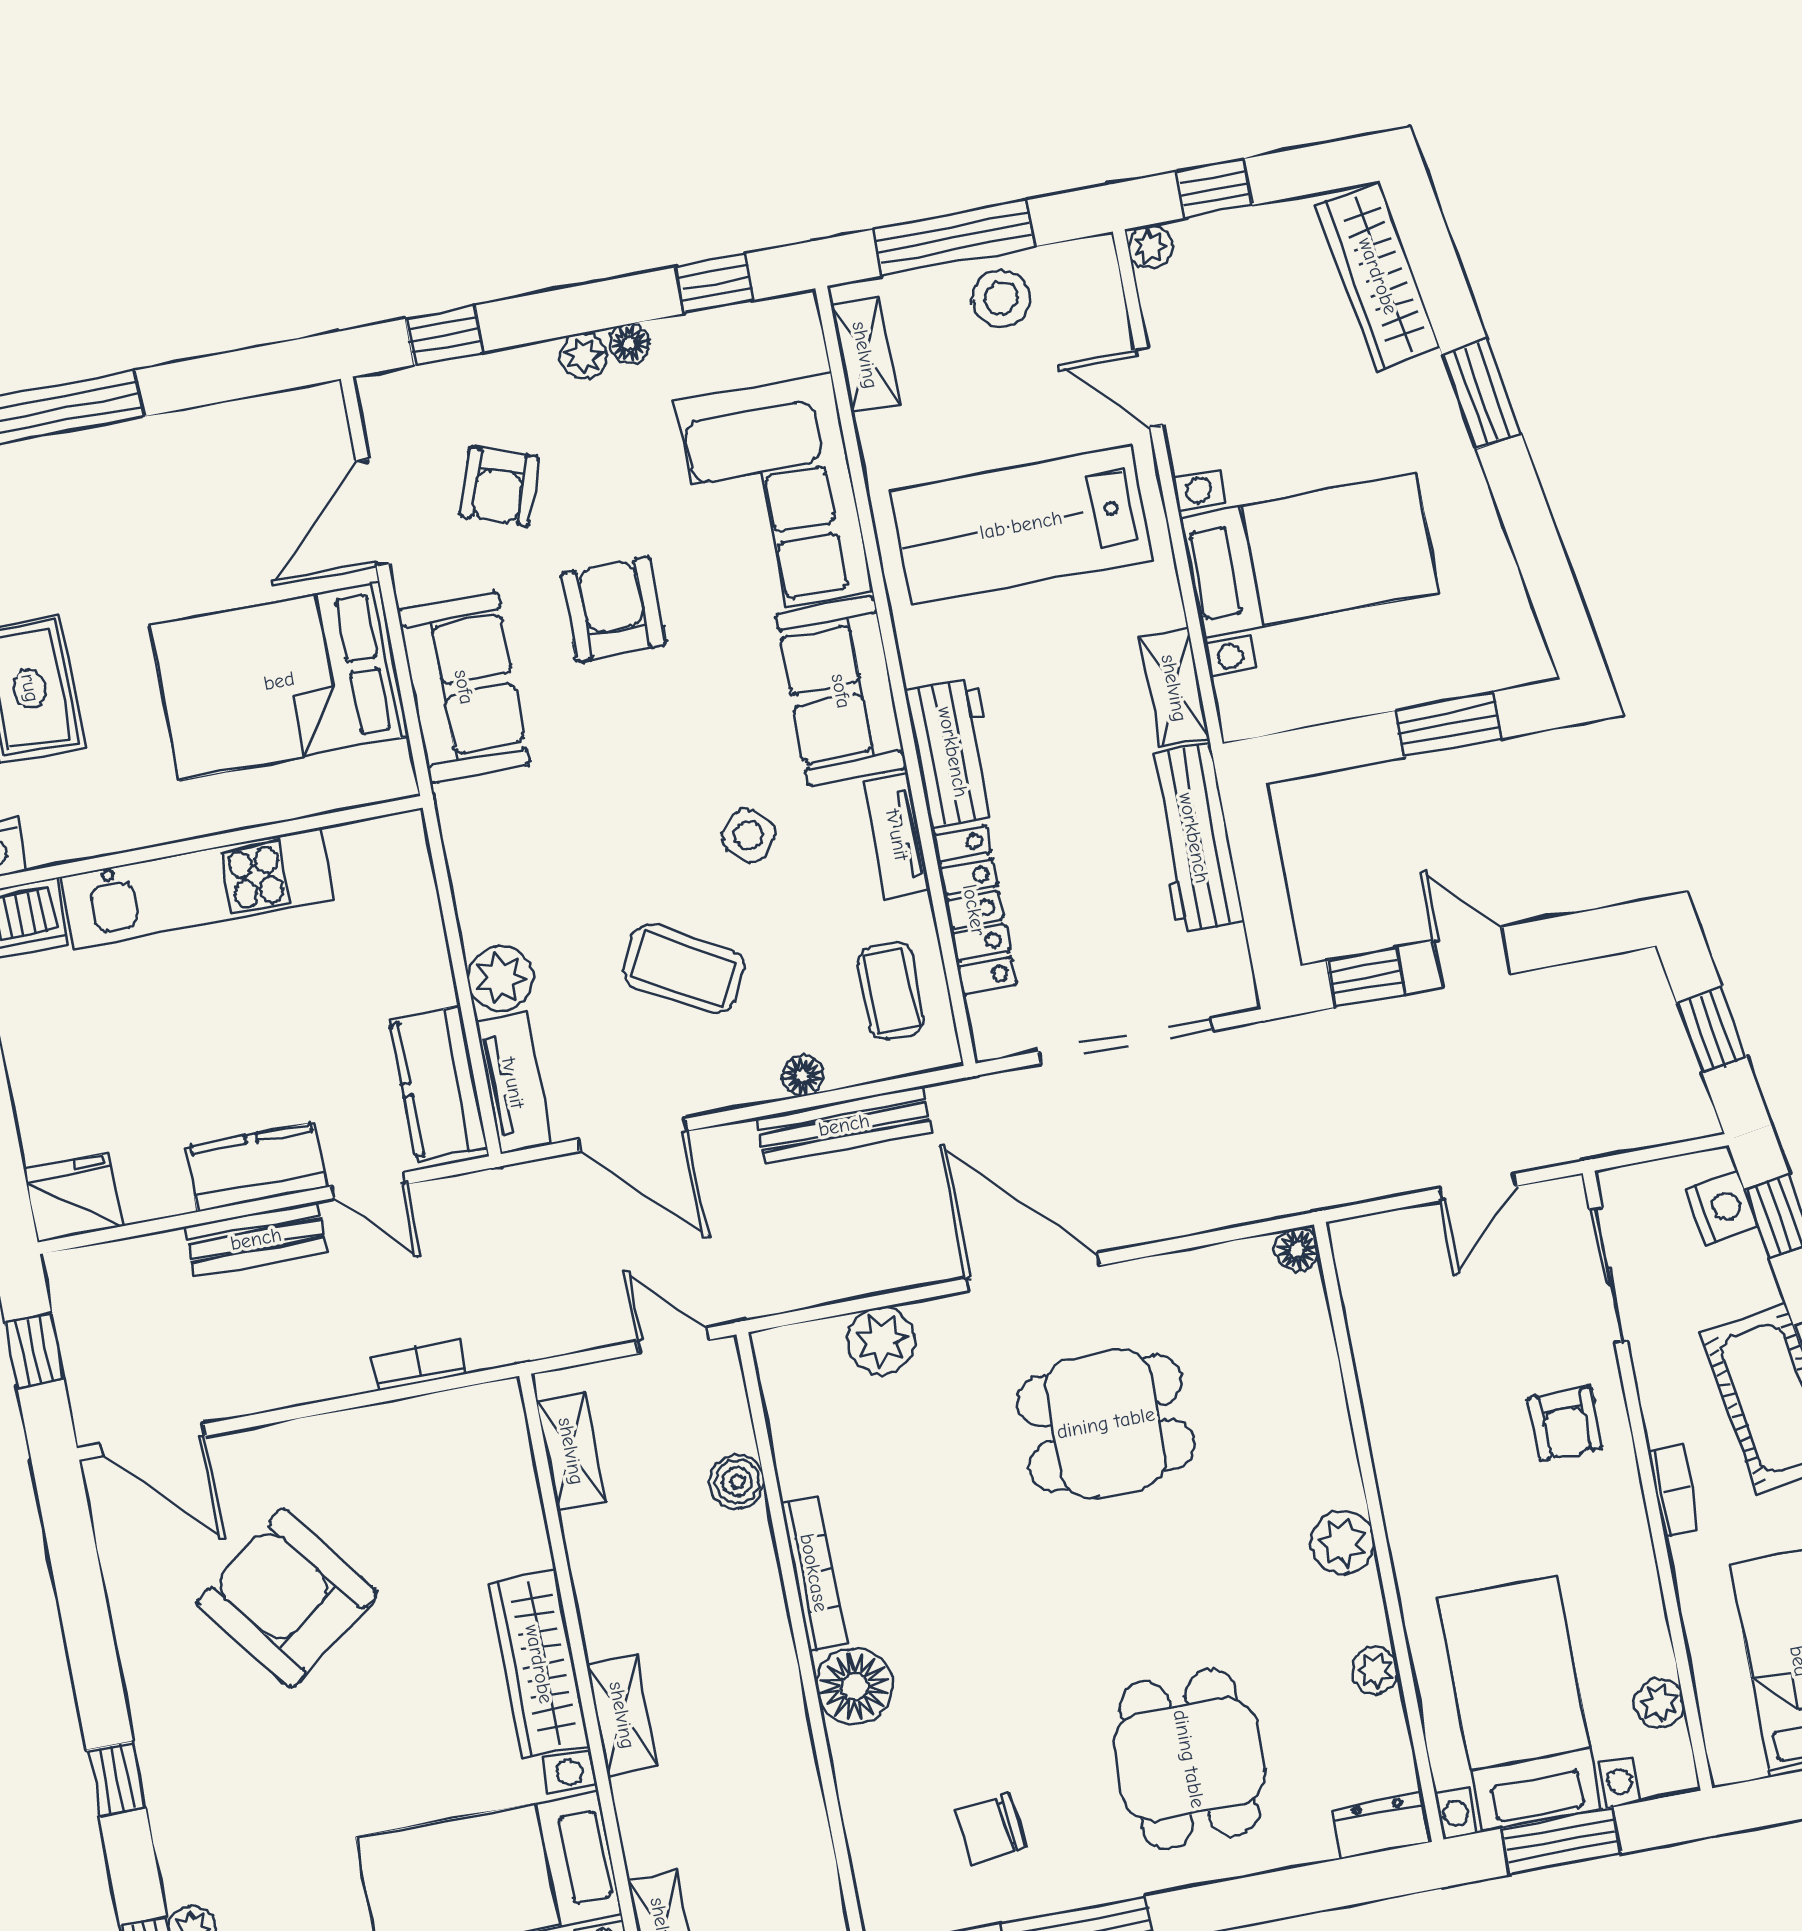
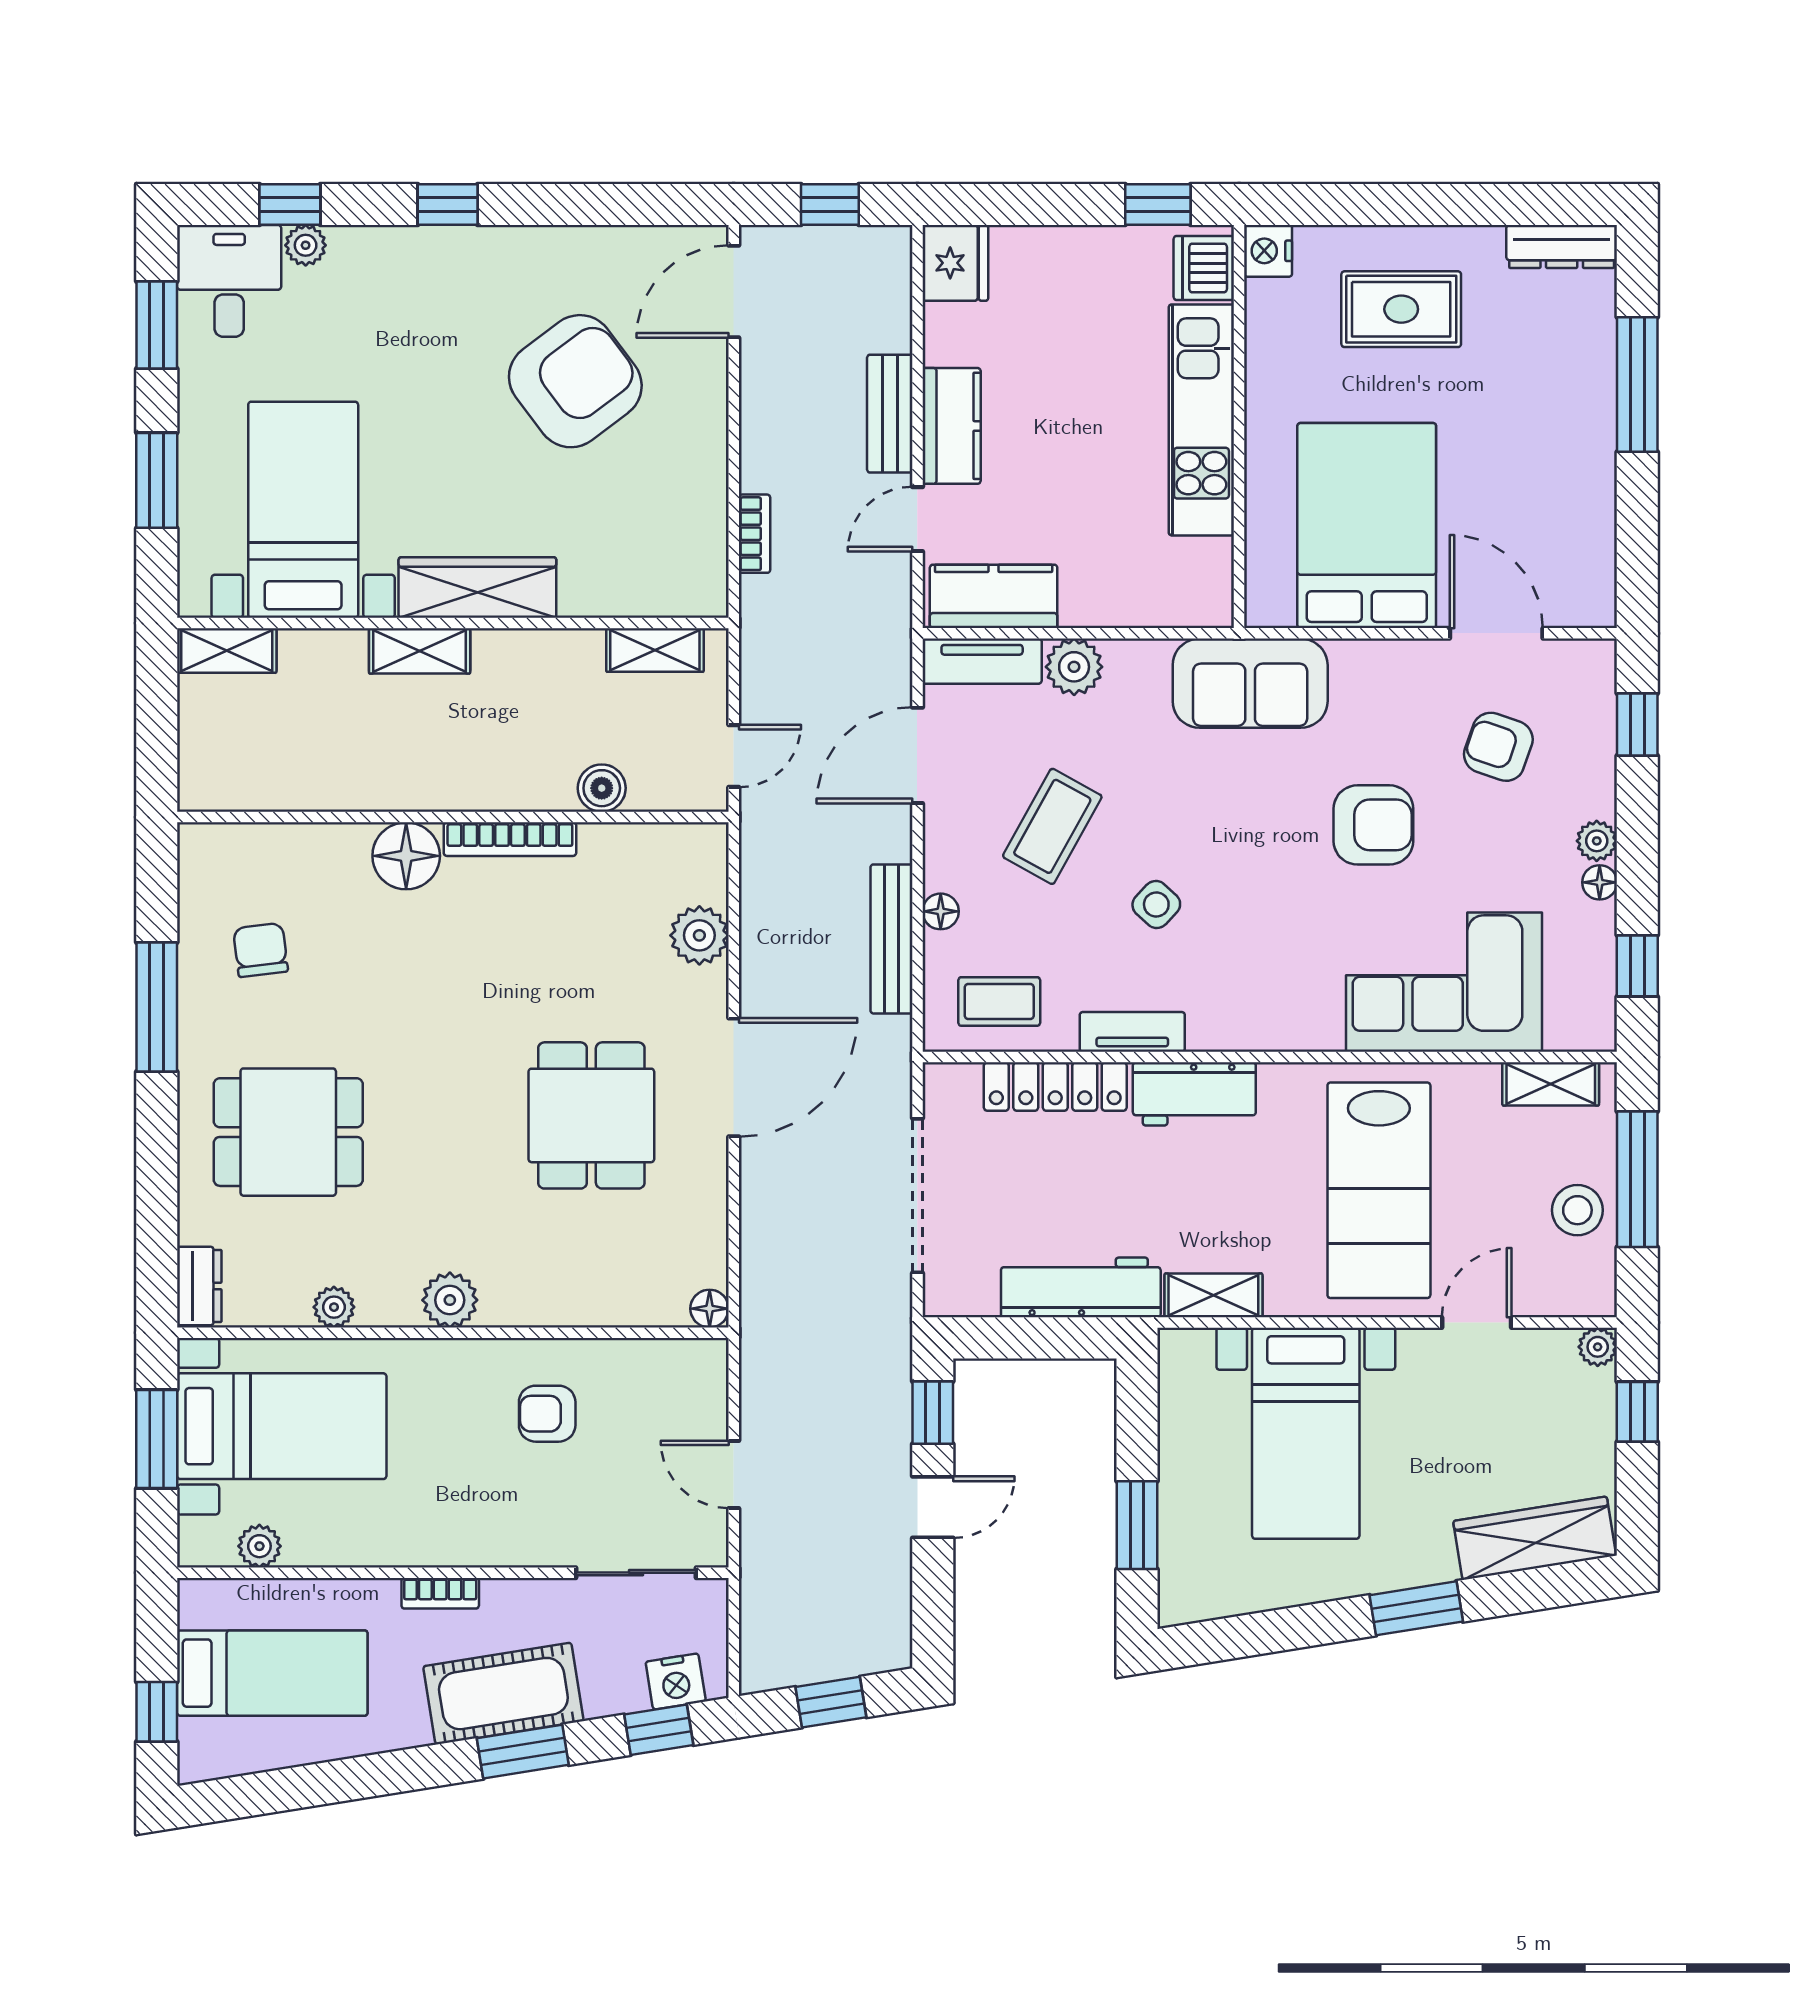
lab bench: (1021, 525) -> (1379, 1190), turned 180
sofa: (464, 687) -> (1250, 683), moved
sofa: (841, 691) -> (1265, 1008), removed
armchair: (1565, 1423) -> (547, 1414), moved

